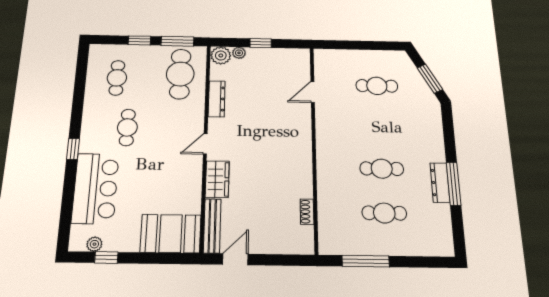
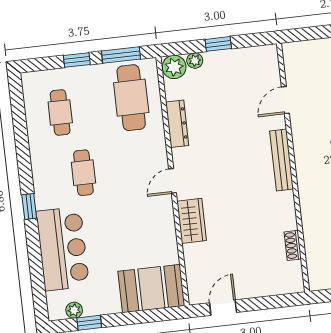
bench: (212, 226) -> (282, 160), moved

